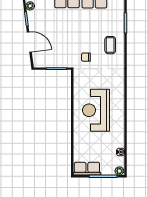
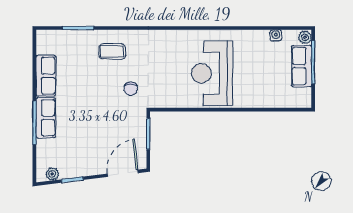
door: (29, 42) -> (123, 173), moved
reception desk: (96, 110) -> (212, 73), turned 90
row of seats: (87, 169) -> (302, 66), moved

